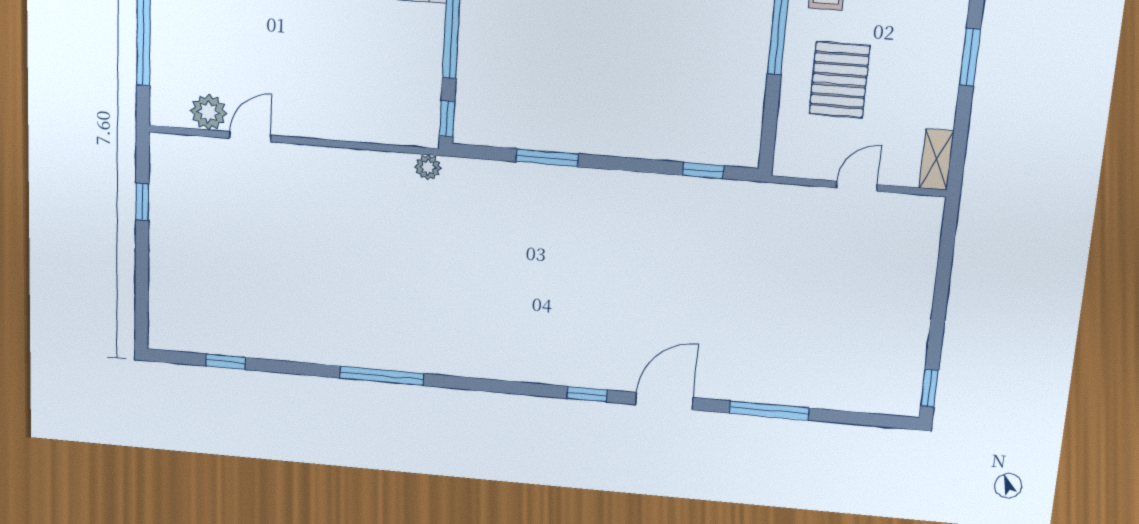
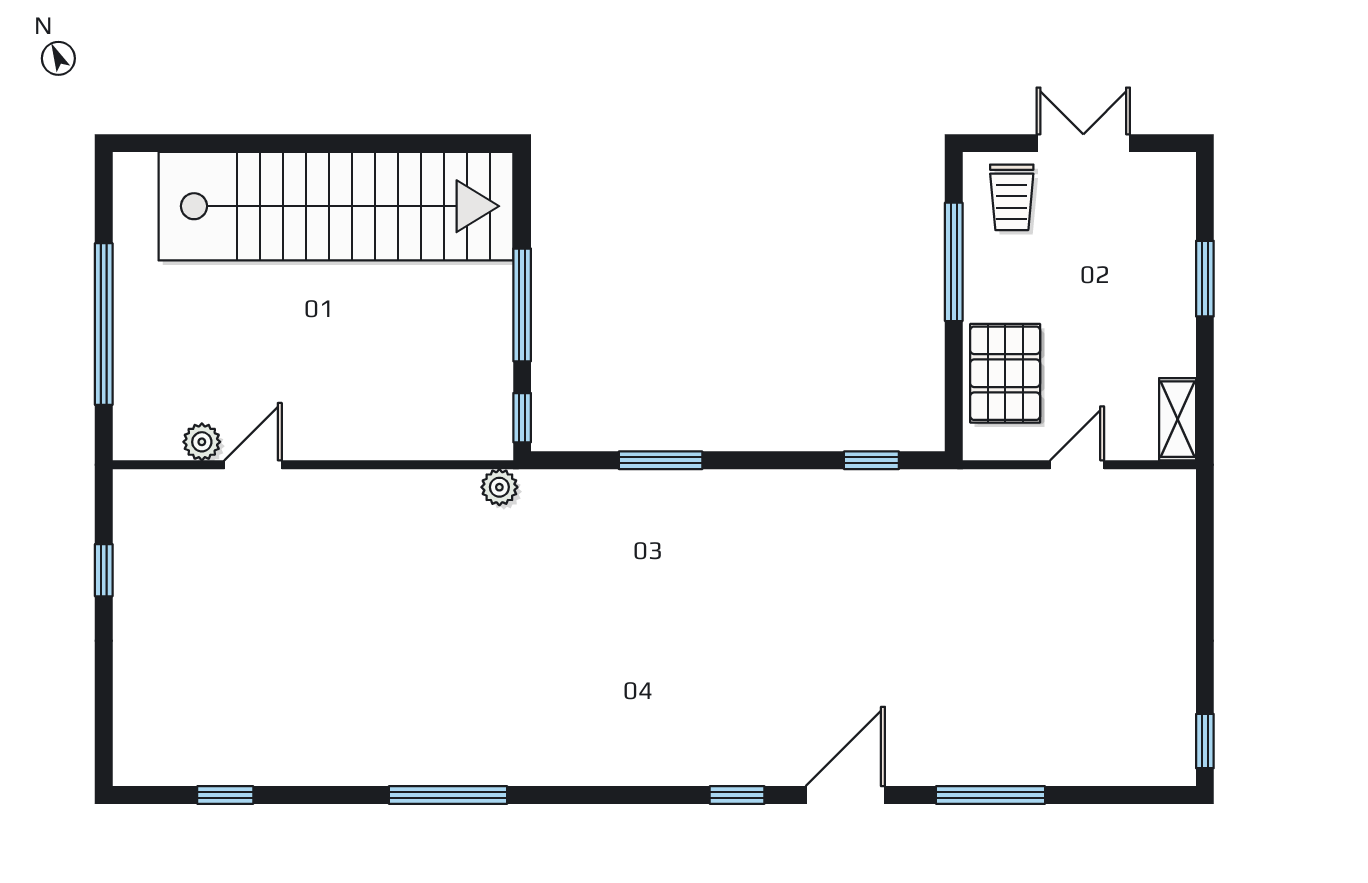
pallet: (839, 80) -> (1005, 373), moved
plant: (209, 112) -> (202, 442), width x0.73, depth x0.73

